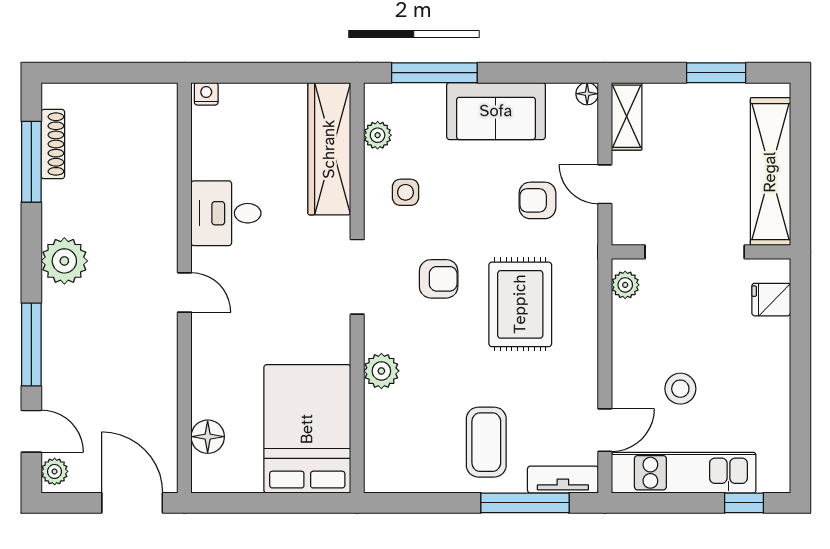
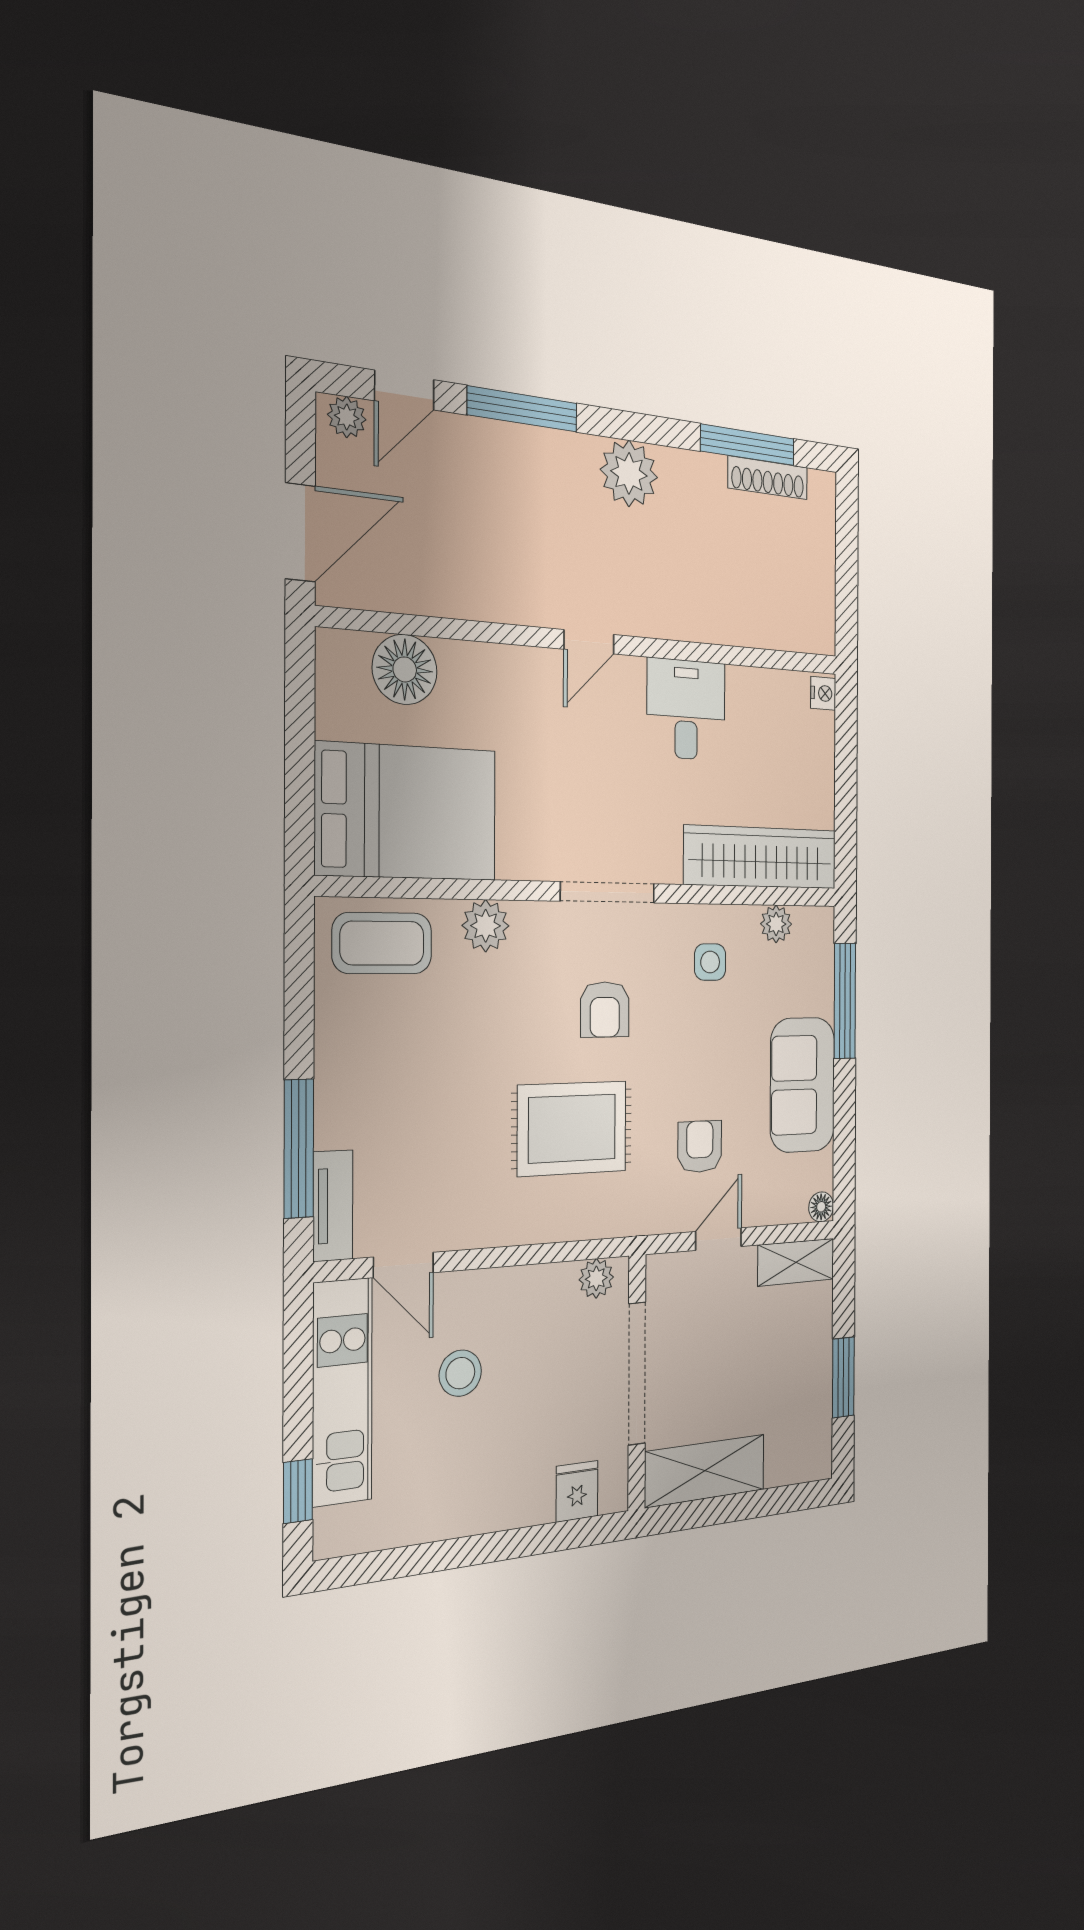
shelving: (770, 172) -> (705, 1471), width x0.68
floor lamp: (208, 437) -> (405, 669), width x1.38, depth x1.38
coffee table: (486, 442) -> (382, 943), moved

